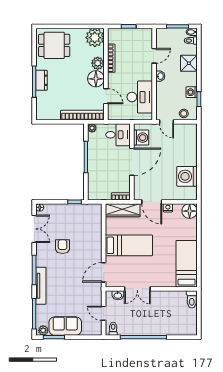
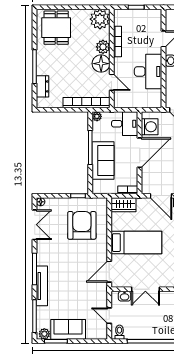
dining table: (54, 45) -> (56, 28), turned 90
dresser: (42, 80) -> (43, 86), moved
desk: (140, 97) -> (148, 71), moved
sofa: (98, 169) -> (103, 160), added
wardrobe: (123, 210) -> (123, 205), width x0.67
armchair: (63, 247) -> (82, 225), moved, width x1.88, depth x1.88

